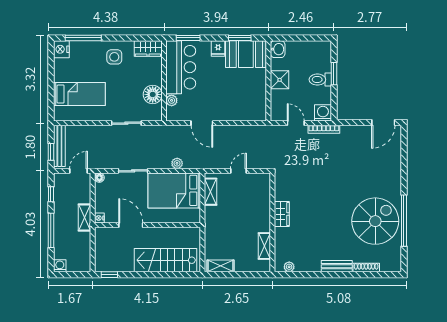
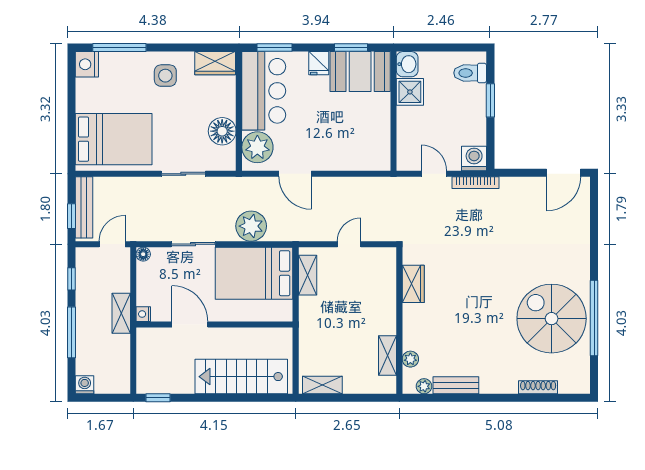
shower: (280, 80) -> (410, 92), moved
toilet: (320, 80) -> (470, 73), moved
bed: (79, 94) -> (114, 139), width x1.50
plant: (172, 100) -> (257, 147), width x1.87, depth x1.87
plant: (177, 163) -> (251, 226), width x1.88, depth x1.88
wardrobe: (282, 214) -> (413, 284), moved
spiral stairs: (375, 221) -> (552, 319), turned -90
plant: (280, 248) -> (410, 359), added
bench: (337, 266) -> (456, 385), moved

